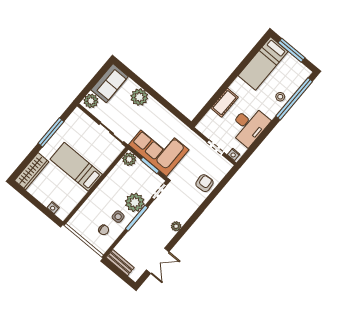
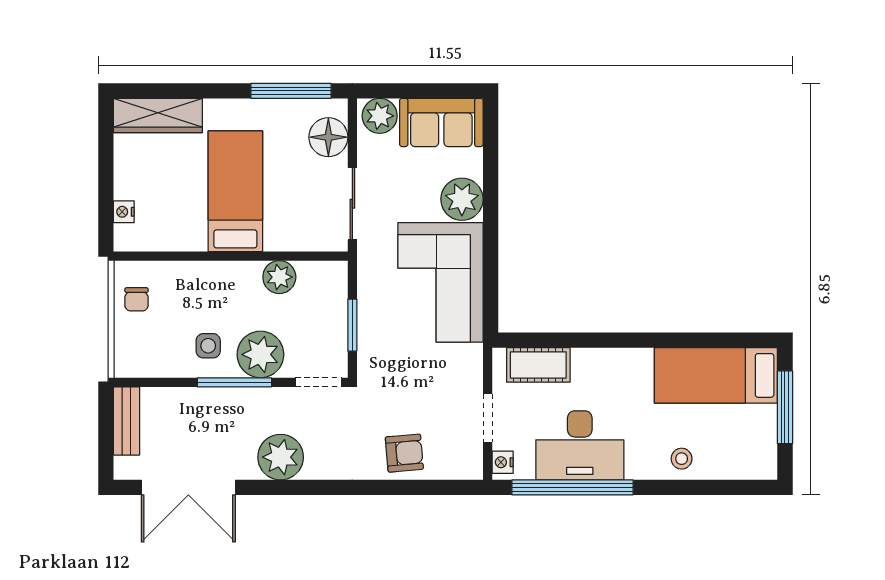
window: (294, 99) -> (572, 487), moved
cot: (224, 103) -> (538, 365), moved
floor lamp: (84, 123) -> (328, 137), added
window: (51, 132) -> (291, 91), moved
corner sofa: (159, 147) -> (440, 282), moved, turned 180
plant: (129, 159) -> (279, 277), moved
plant: (176, 226) -> (281, 457), width x1.88, depth x1.88
chair: (104, 230) -> (136, 299), moved
double door: (158, 261) -> (188, 487), width x1.37

